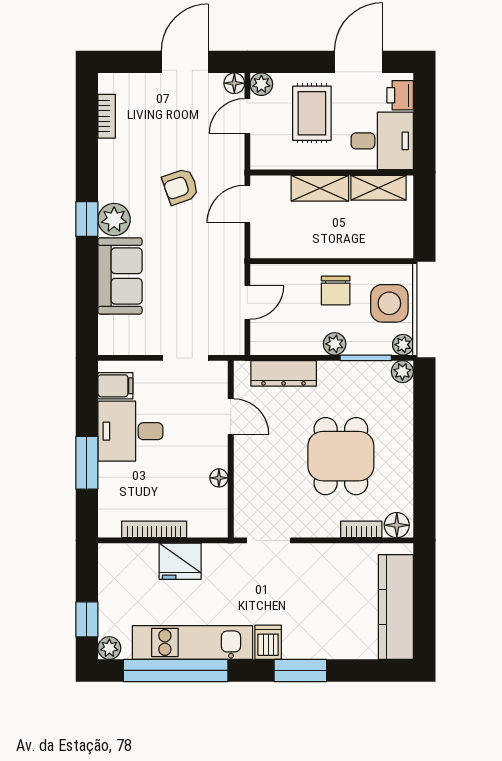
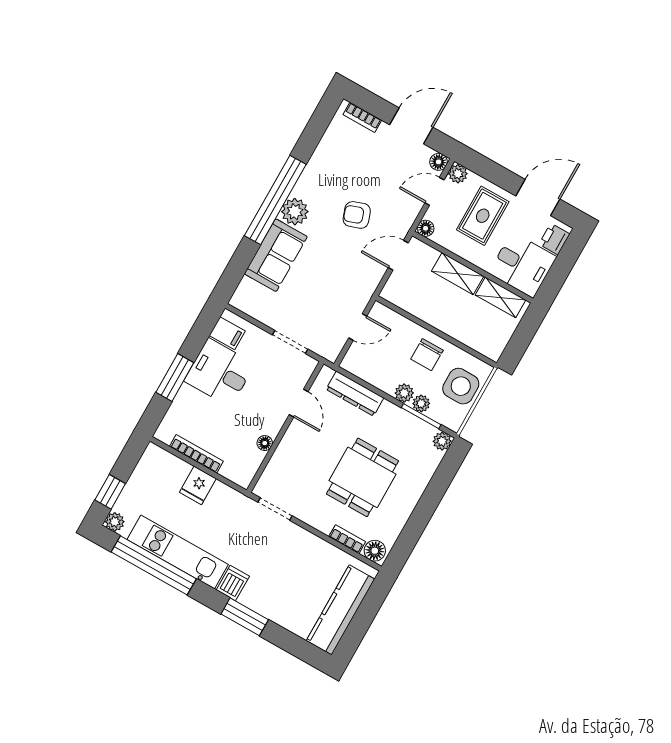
bookcase: (107, 116) -> (362, 117), moved, turned 90
floor lamp: (260, 160) -> (426, 228), added
window: (87, 219) -> (275, 200), width x3.17
plant: (403, 345) -> (421, 404), moved
fridge: (180, 561) -> (198, 485), width x0.72

